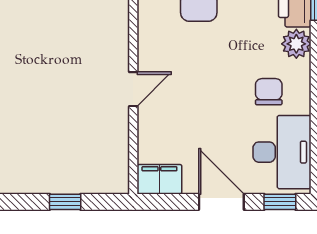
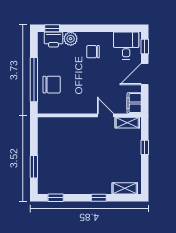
door: (133, 89) -> (105, 115), moved
desk: (282, 152) -> (126, 45), width x0.73
shelving: (118, 165) -> (127, 123), added

